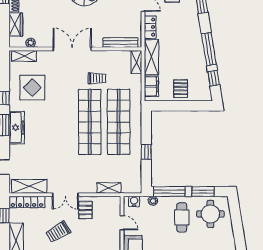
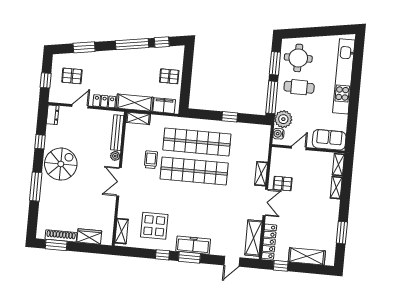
plant: (31, 43) -> (115, 156), moved
double door: (72, 49) -> (119, 182), width x0.73
shelving: (109, 188) -> (261, 174), moved
plant: (153, 201) -> (283, 119), width x1.88, depth x1.88
trolley: (58, 232) -> (302, 213), removed

